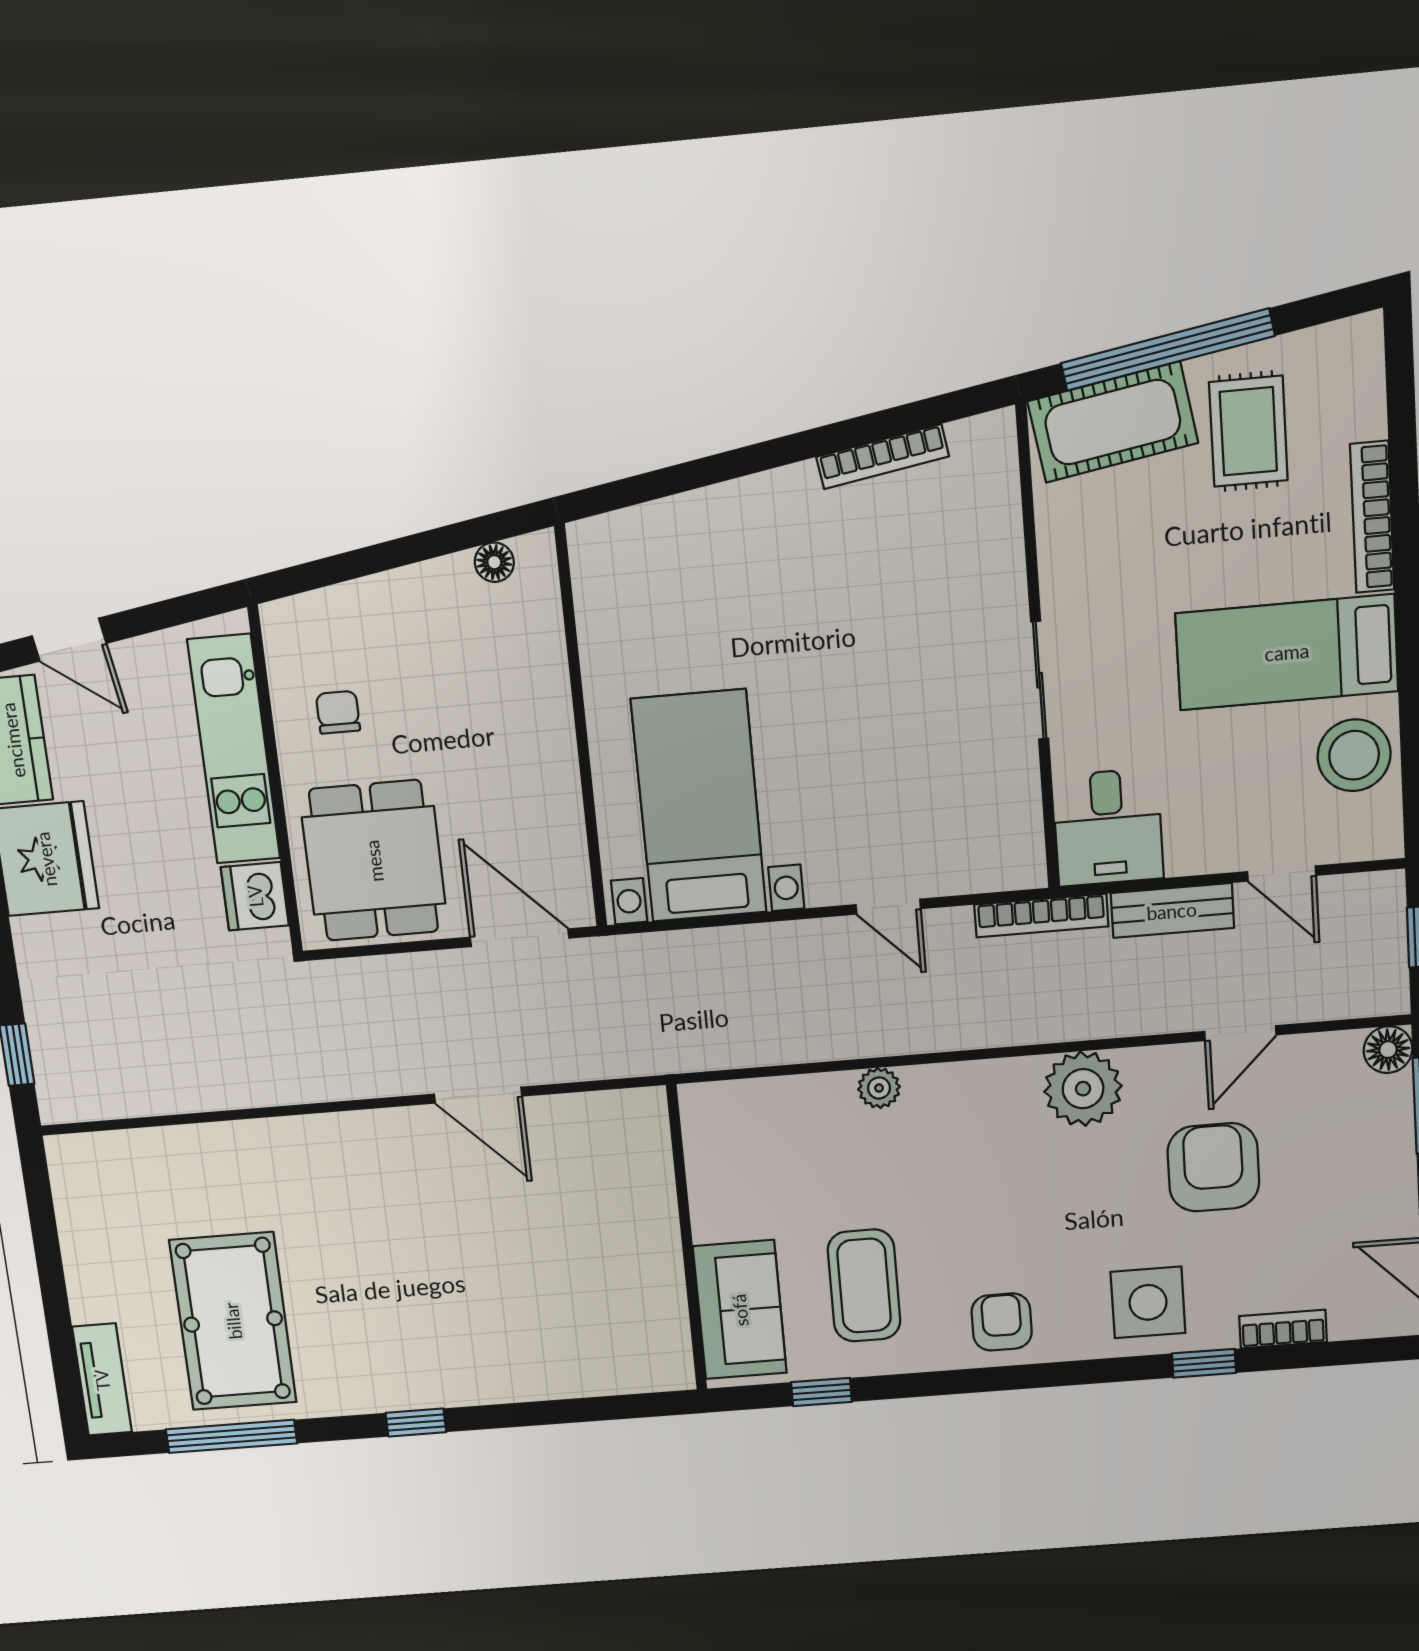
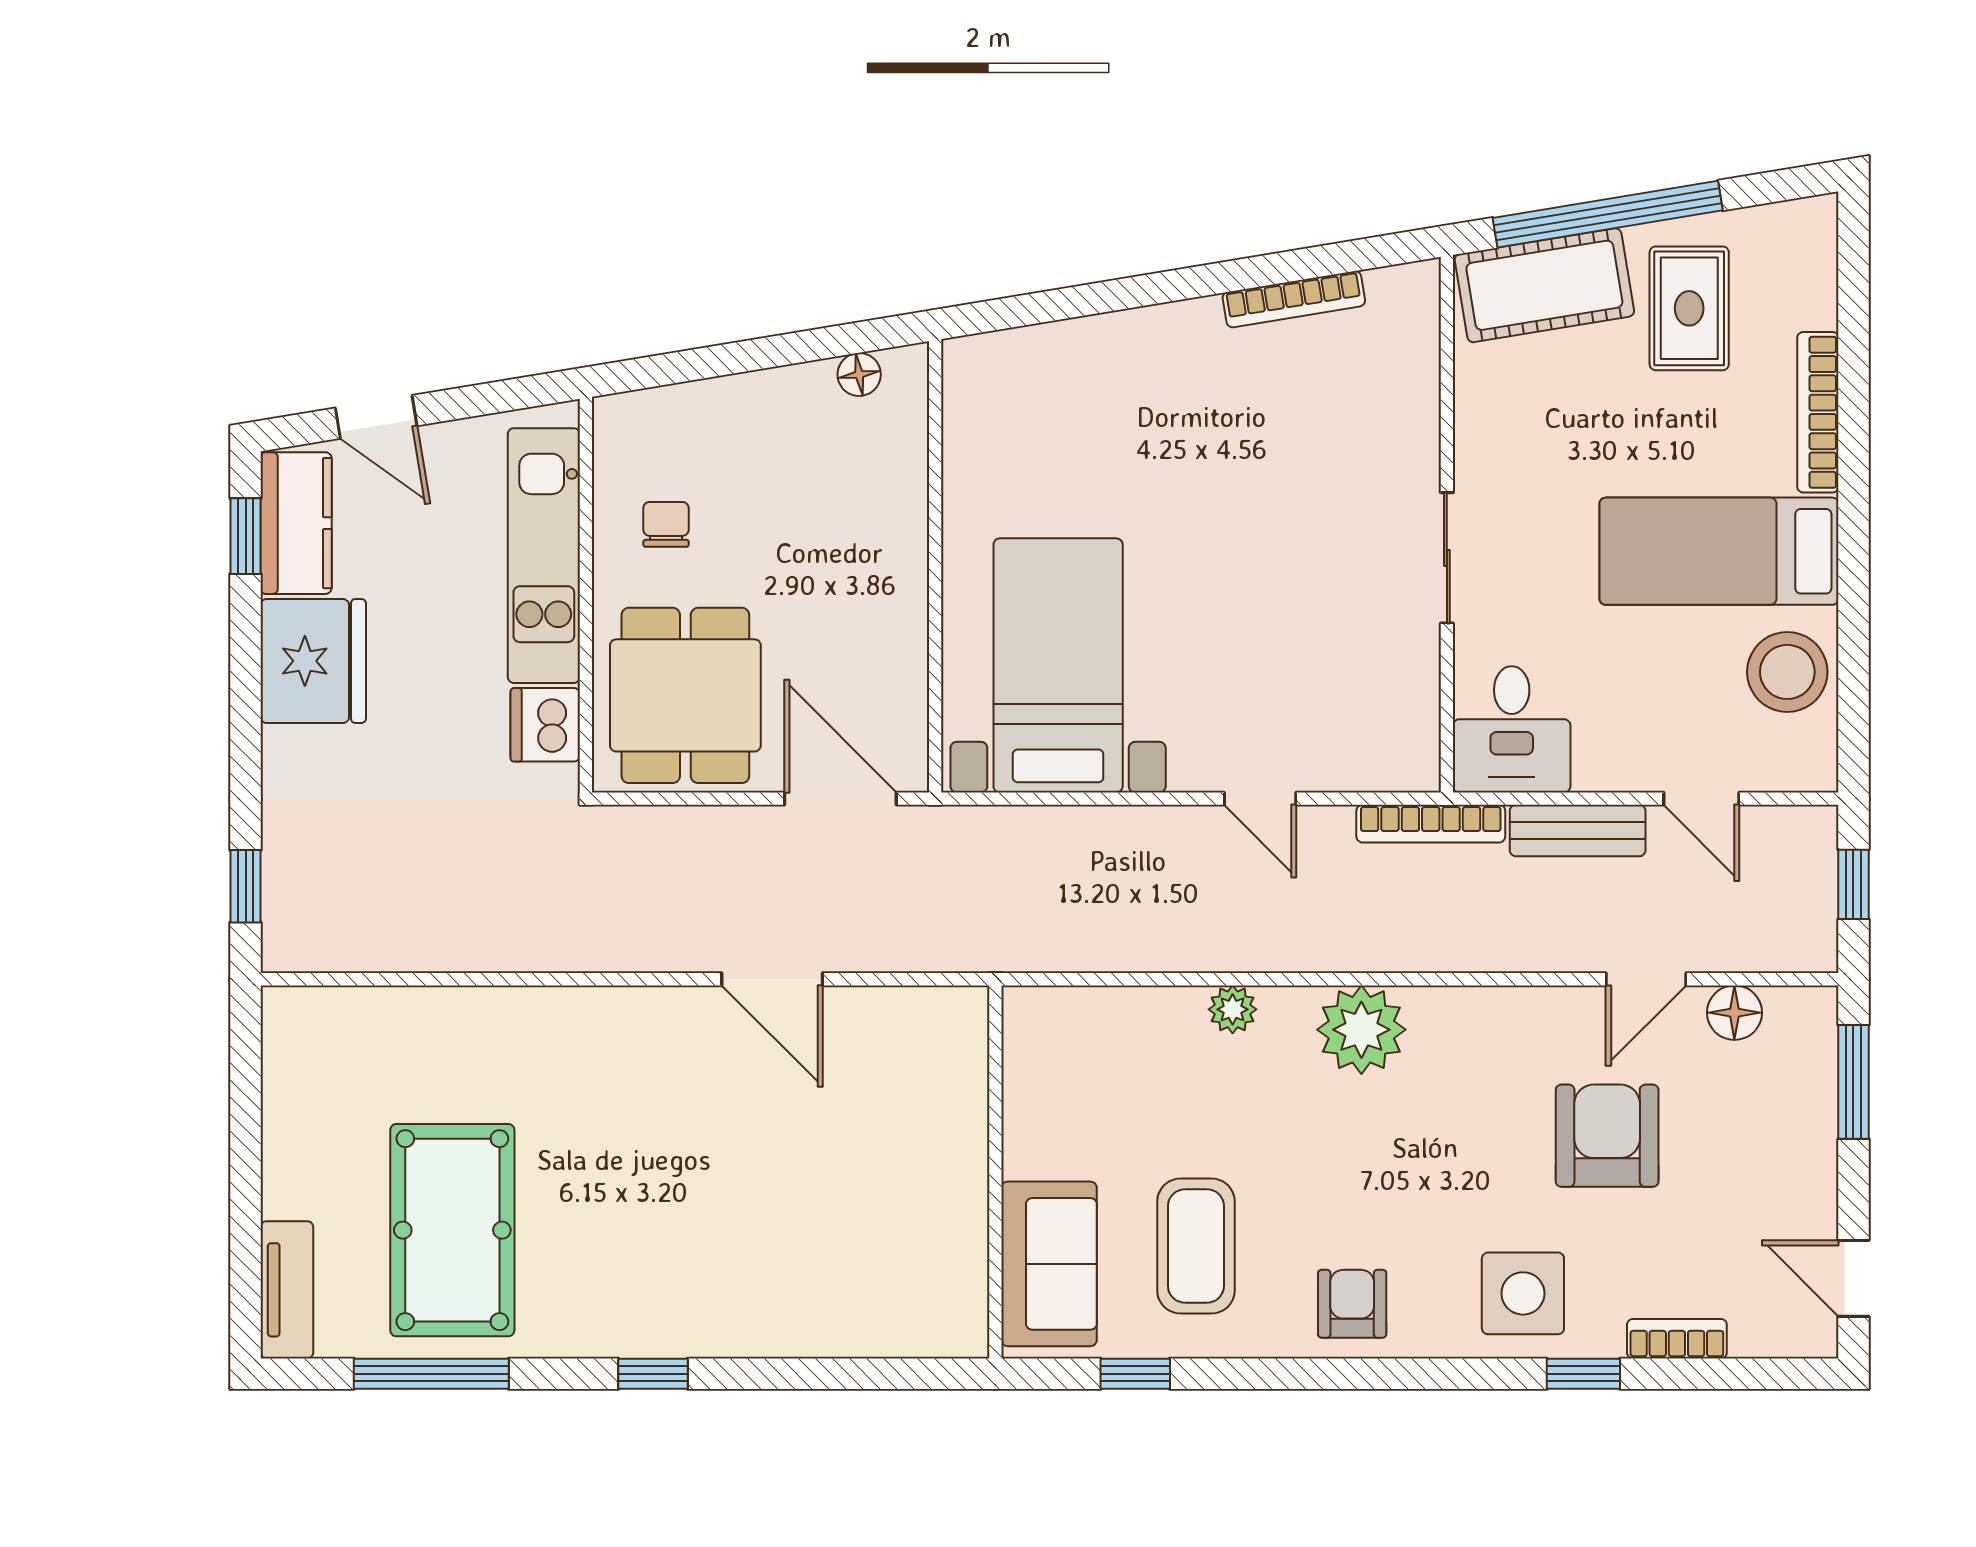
floor lamp: (1388, 1050) -> (1734, 1013), moved
plant: (1083, 1089) -> (1361, 1030), moved

